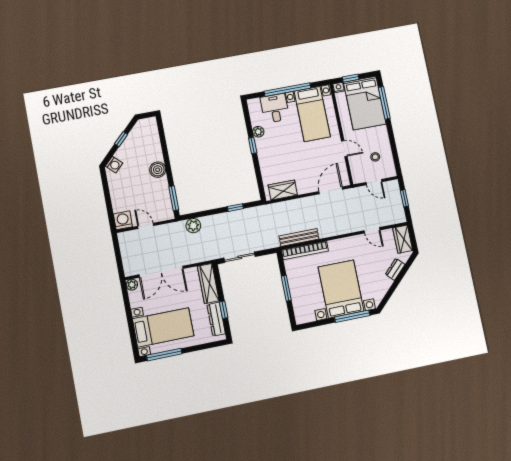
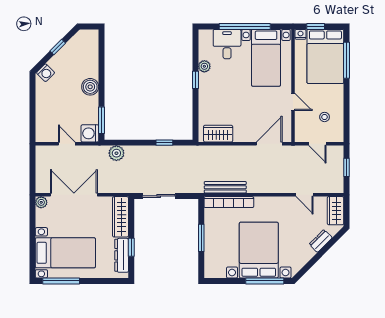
washing machine: (123, 220) -> (90, 133), moved, turned -90
double door: (161, 272) -> (74, 195), swing flipped

